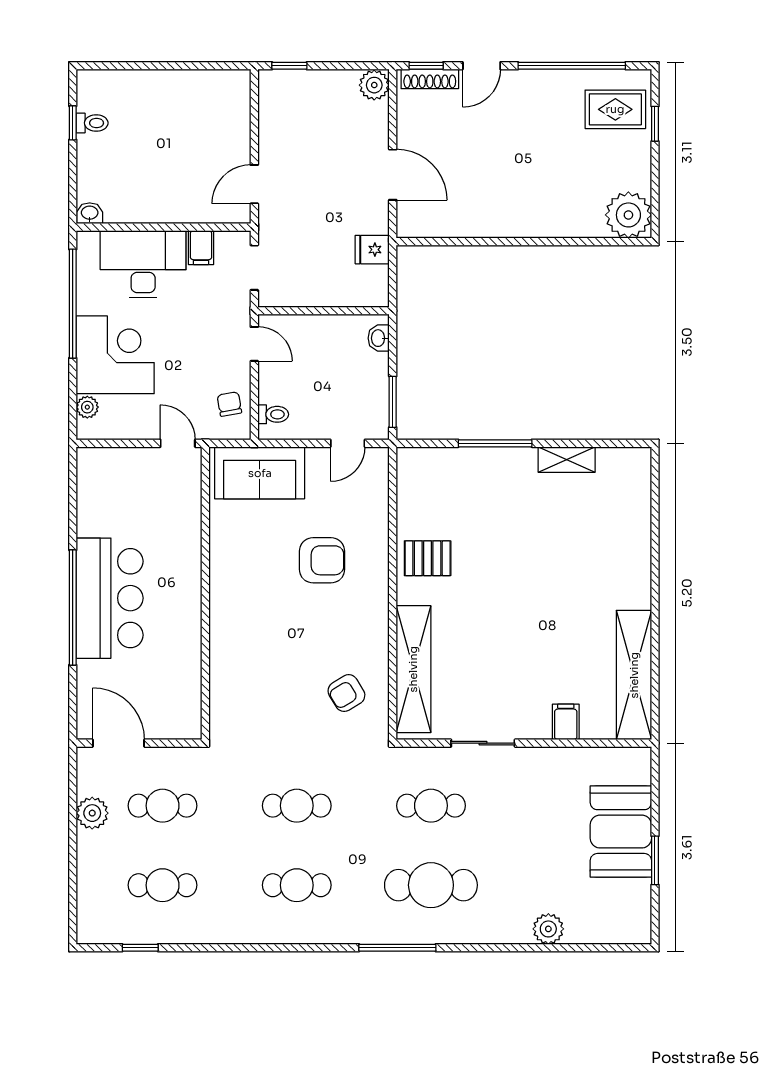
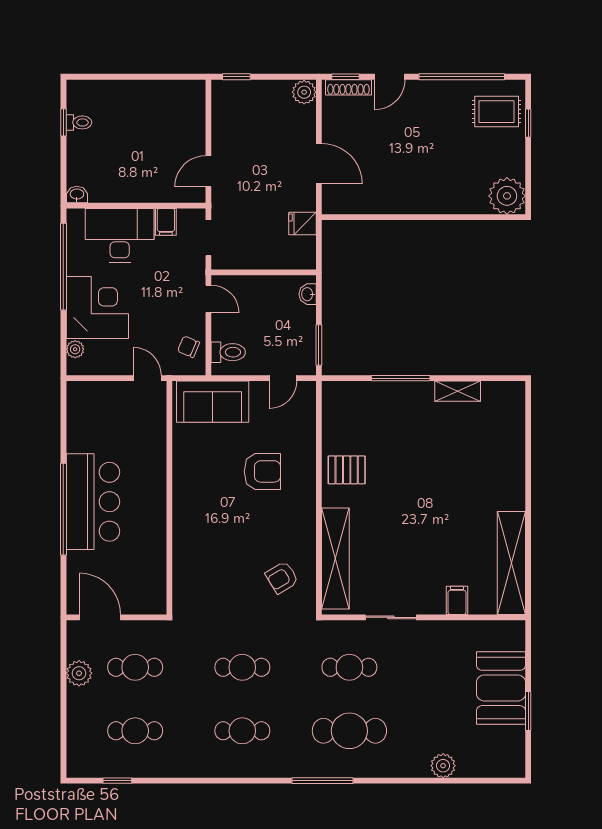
chair: (229, 404) -> (189, 347), turned -57
toilet: (273, 414) -> (228, 352), width x1.37, depth x1.39

